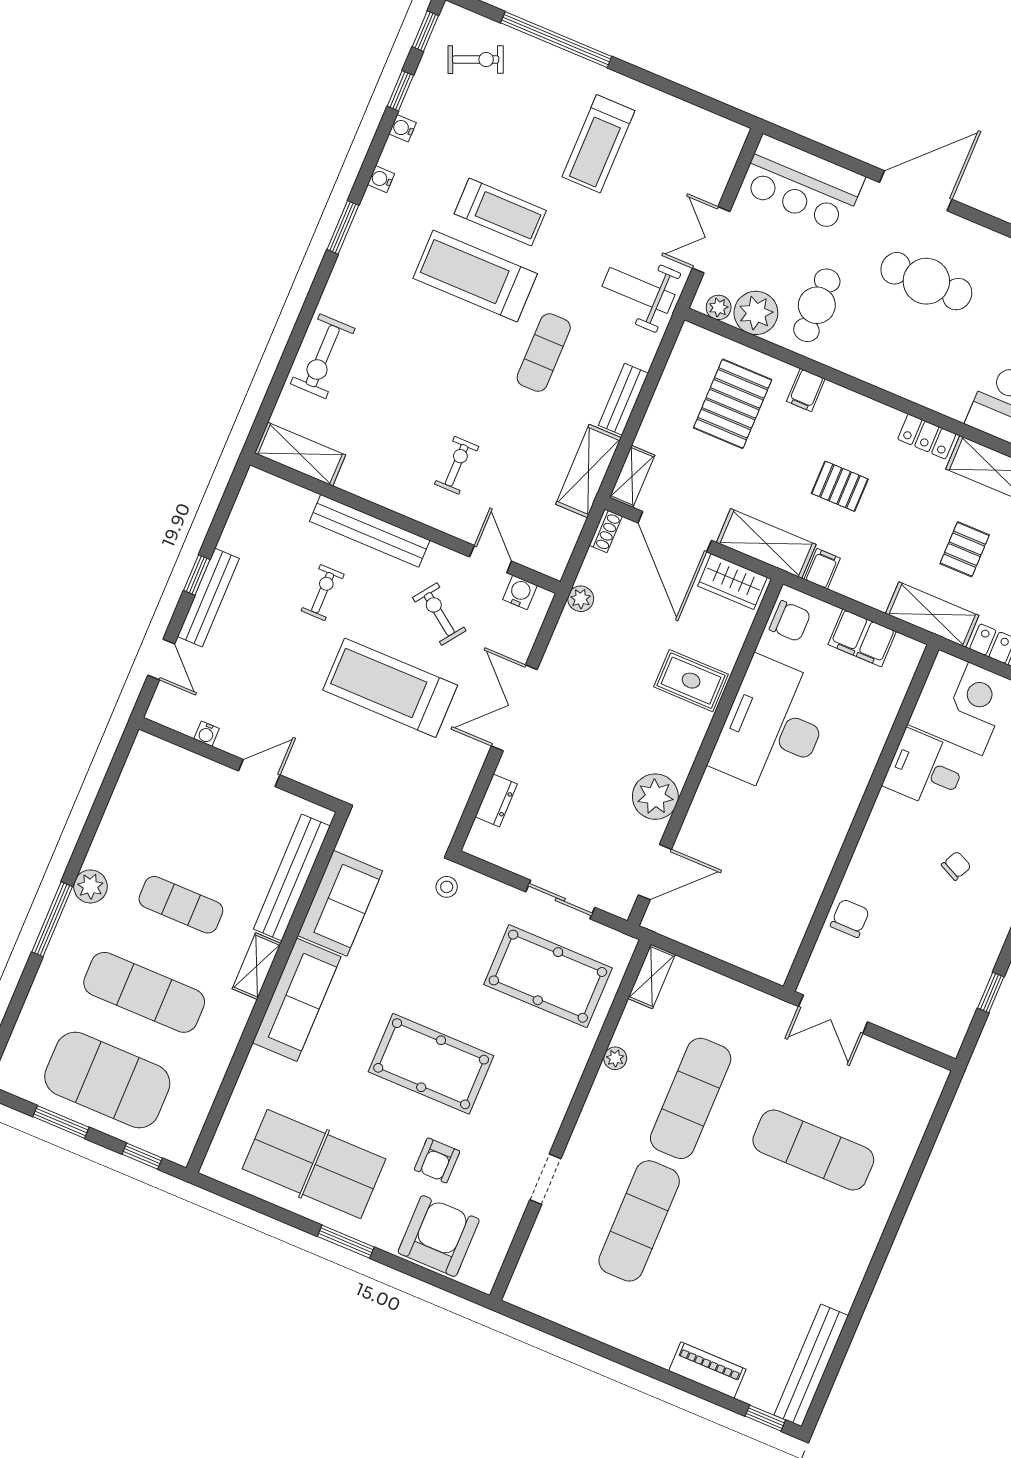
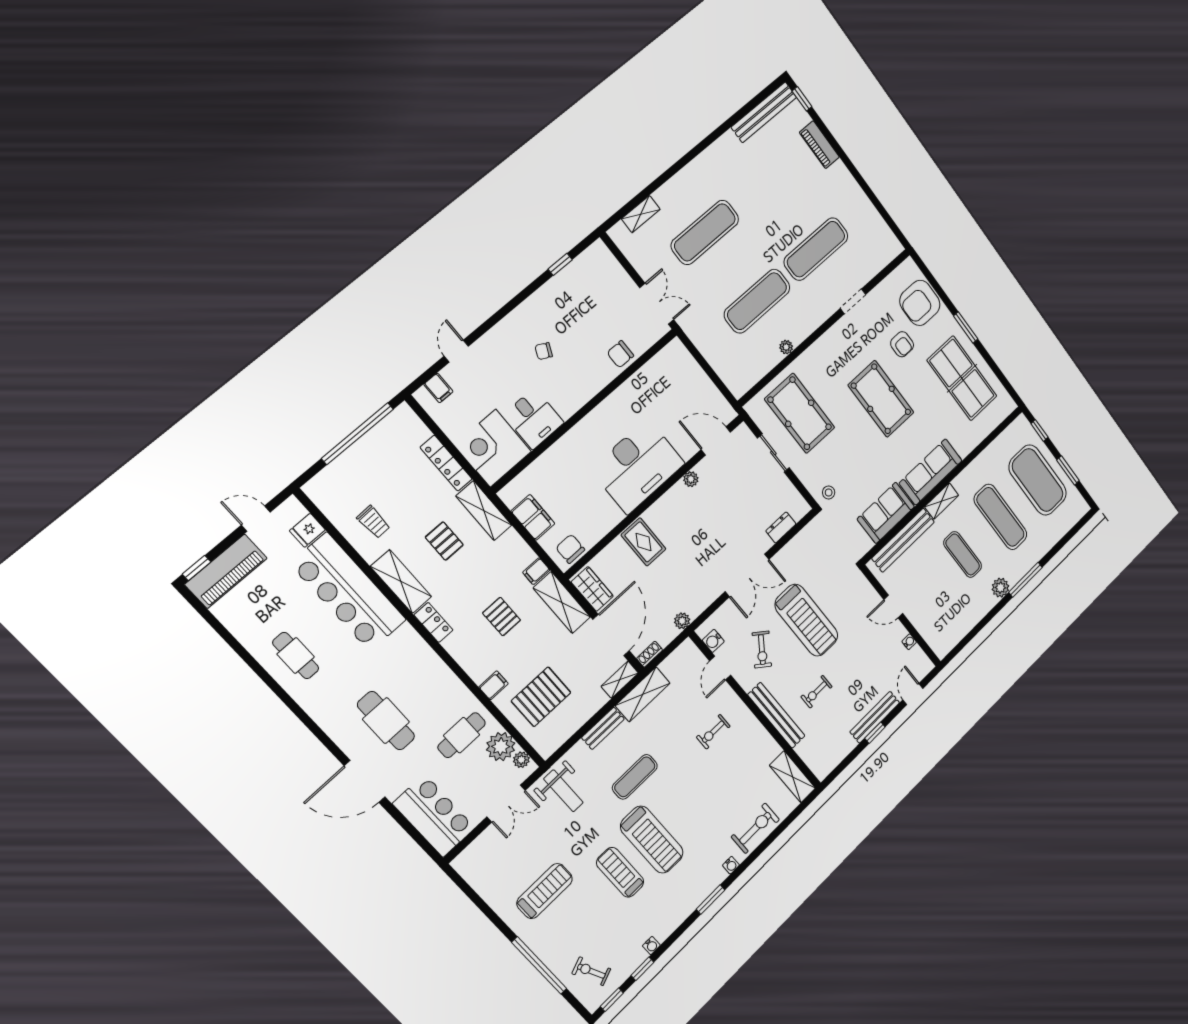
water cooler: (381, 179) -> (731, 865), moved
pallet: (965, 549) -> (444, 541), turned 90
desk: (773, 726) -> (638, 466), moved
plant: (655, 797) -> (691, 479), width x0.53, depth x0.53
shelving: (652, 976) -> (641, 214), moved
exercise mat: (813, 1150) -> (705, 232), turned 90
armchair: (437, 1160) -> (902, 344), turned 90

